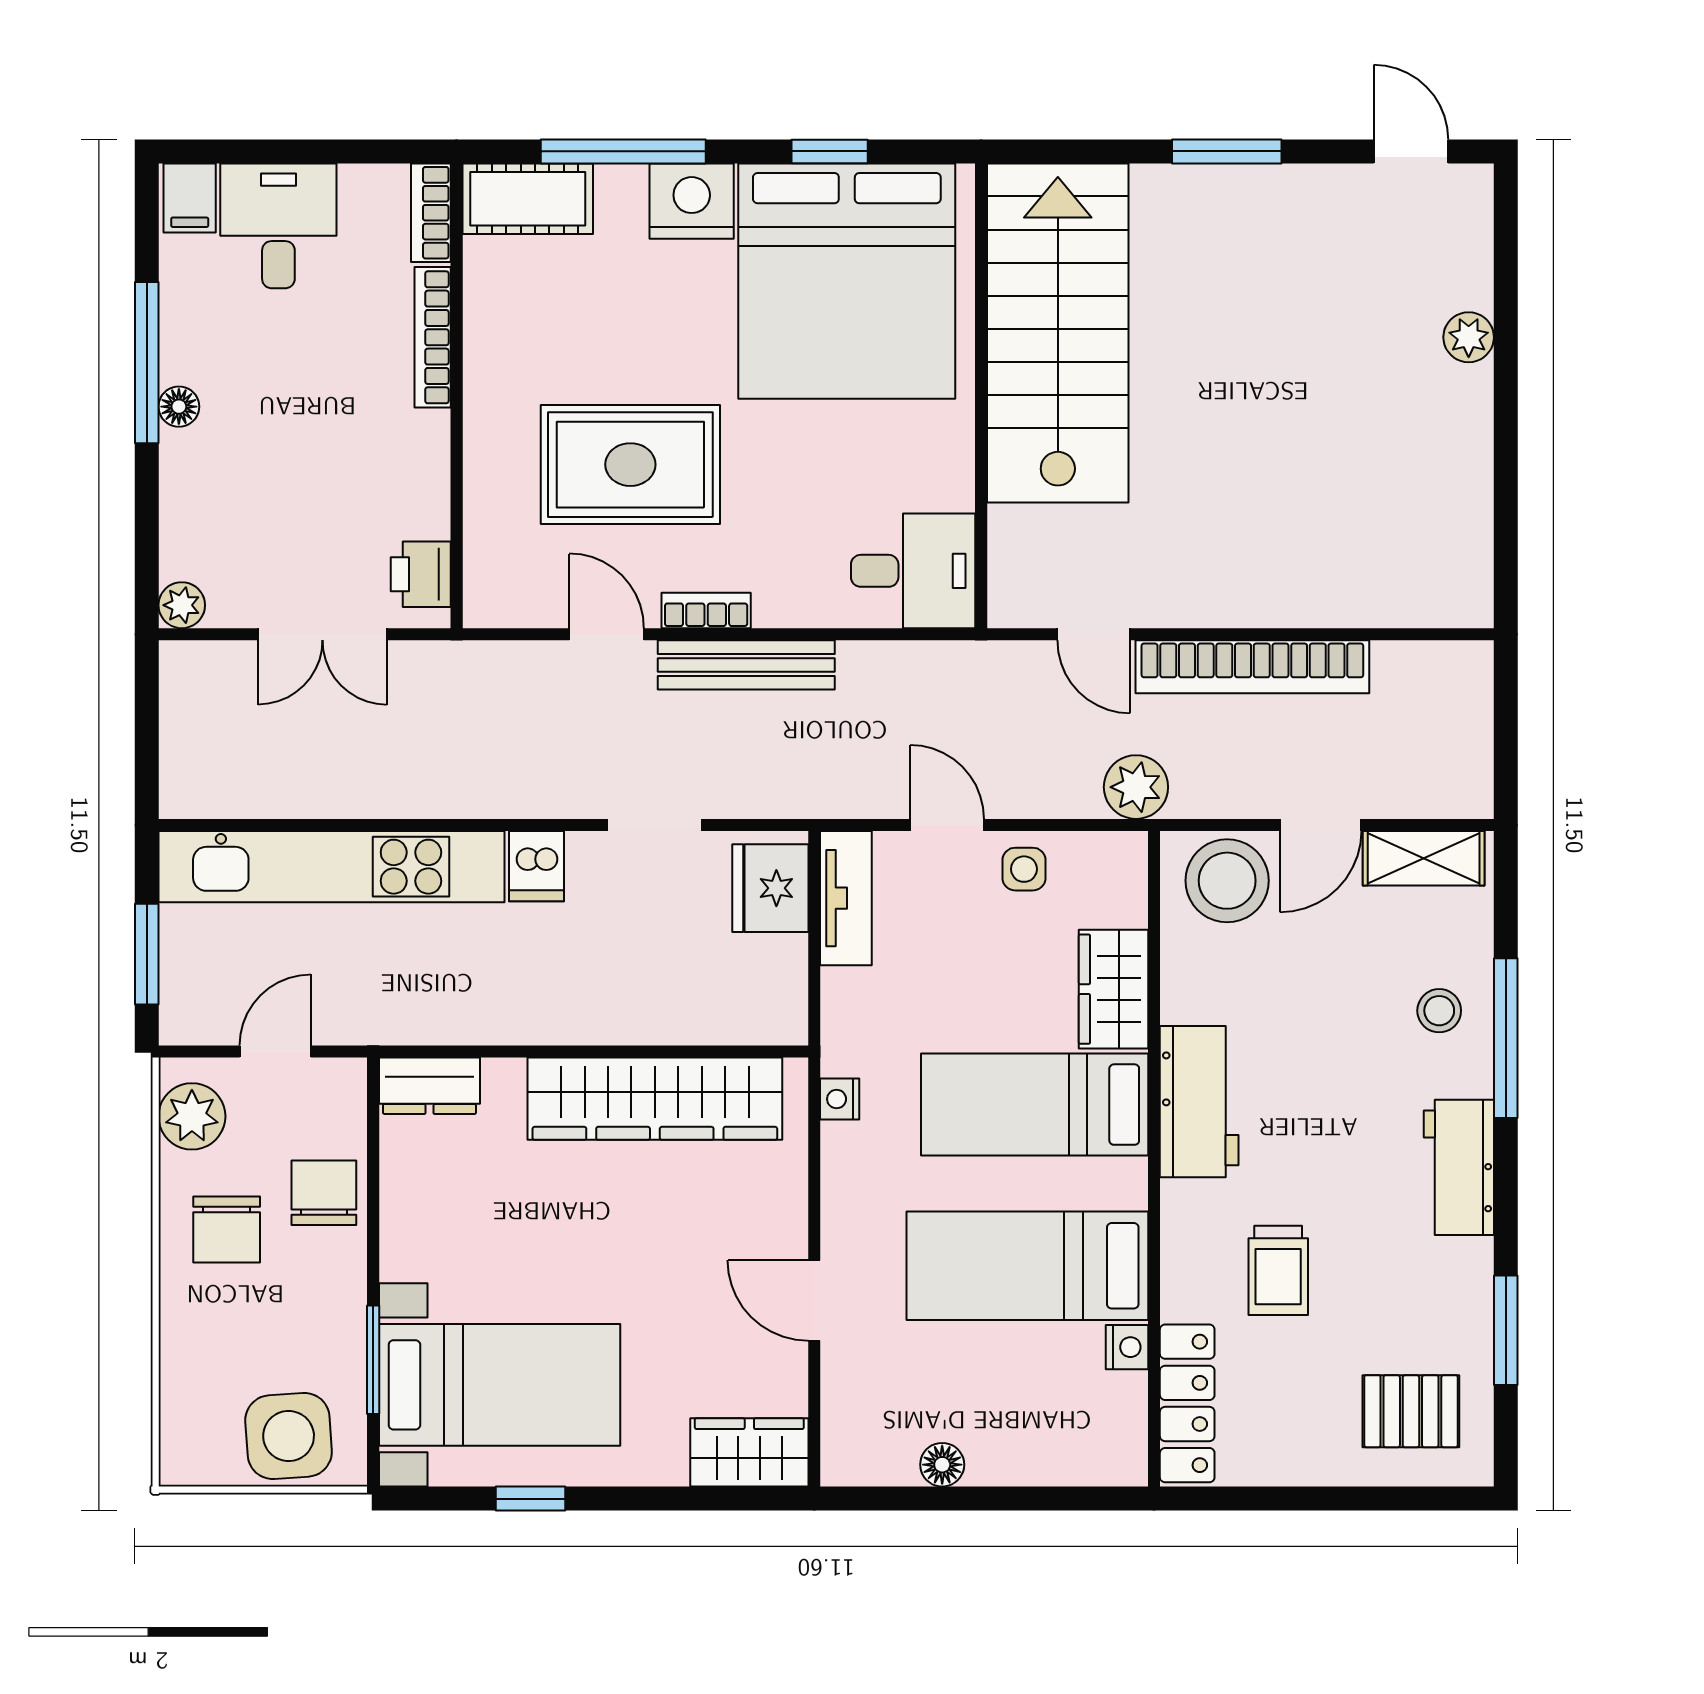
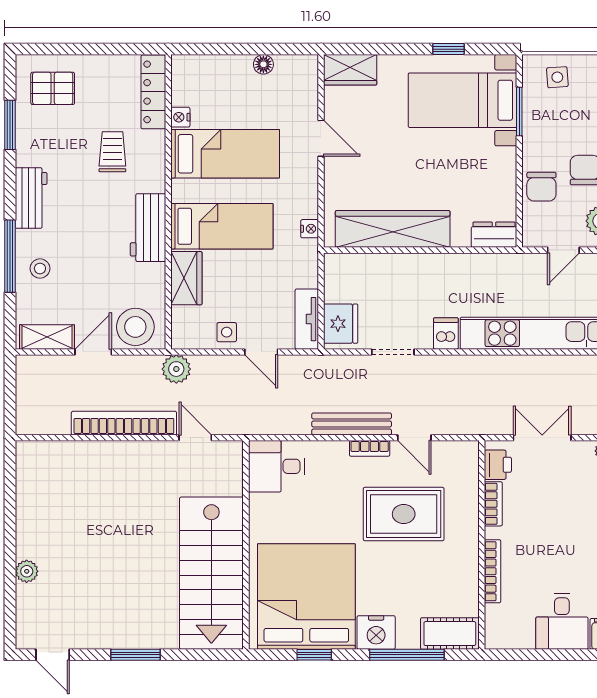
bookcase: (431, 213) -> (493, 504), moved
side table: (289, 1436) -> (557, 77), width x0.54, depth x0.54

